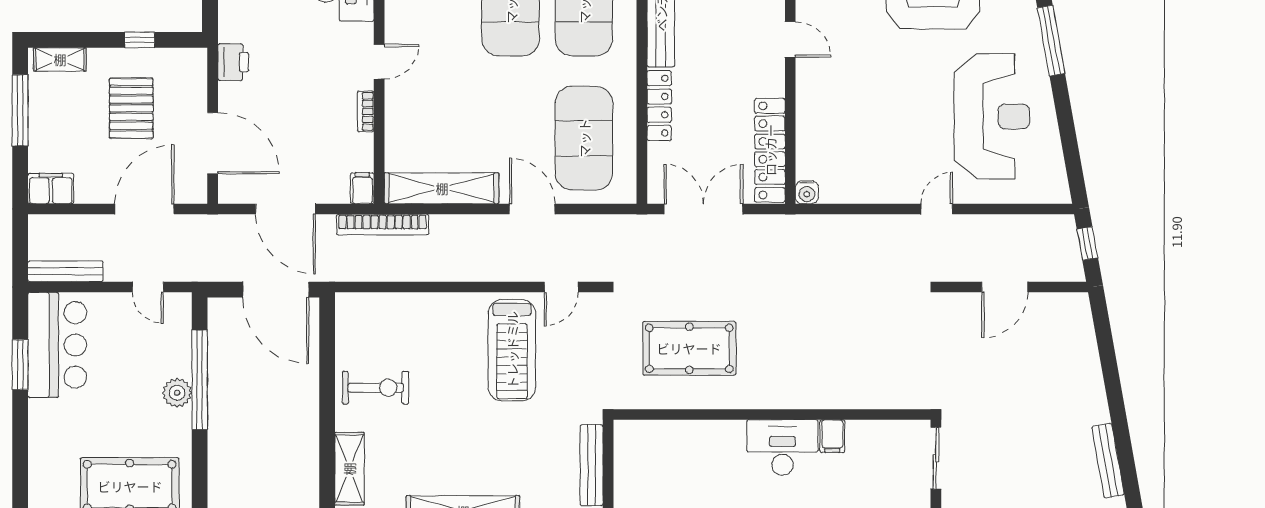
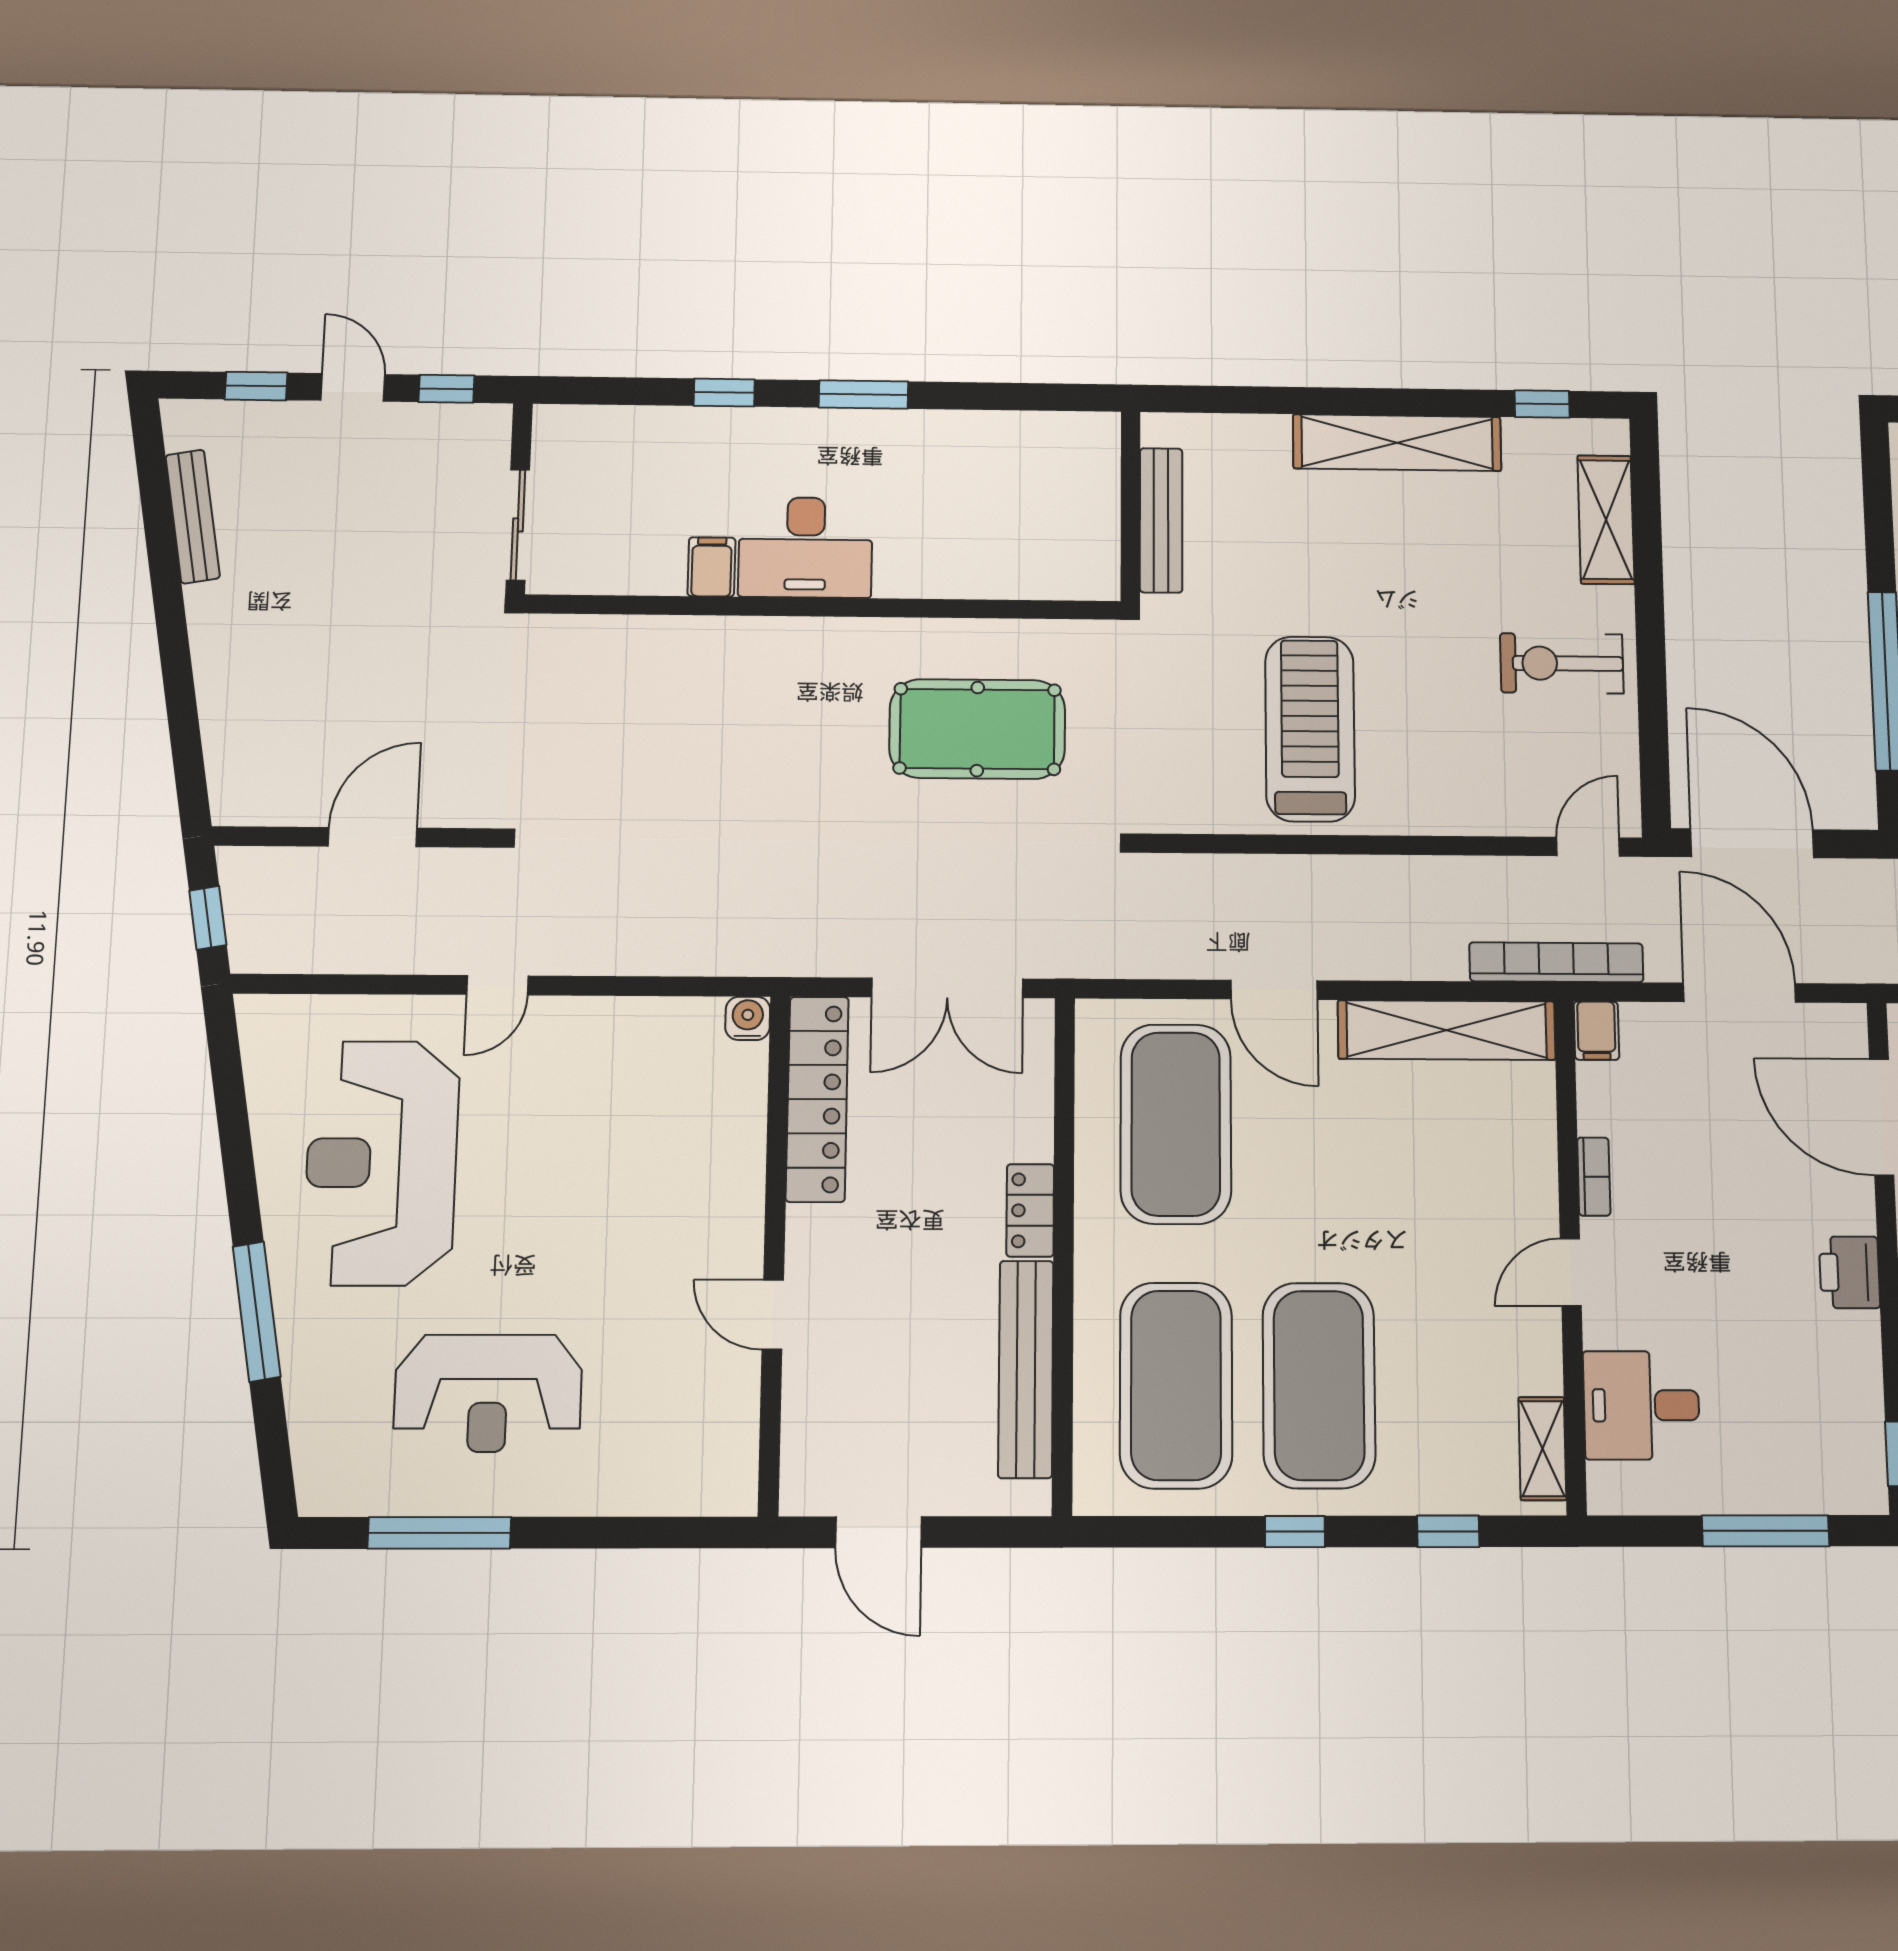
locker: (659, 106) -> (1030, 1210), width x0.66
door: (561, 287) -> (1588, 847), moved

